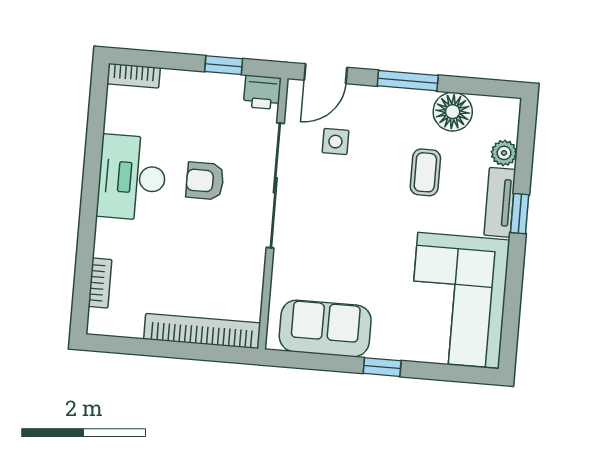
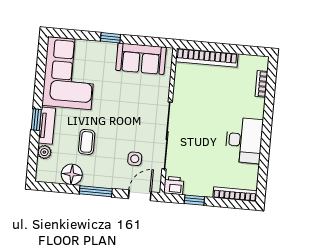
bookcase: (134, 76) -> (235, 194), width x1.56
armchair: (205, 181) -> (205, 138), removed

